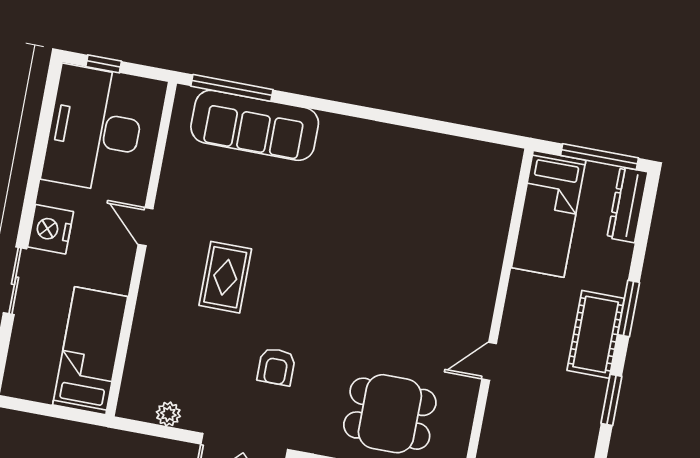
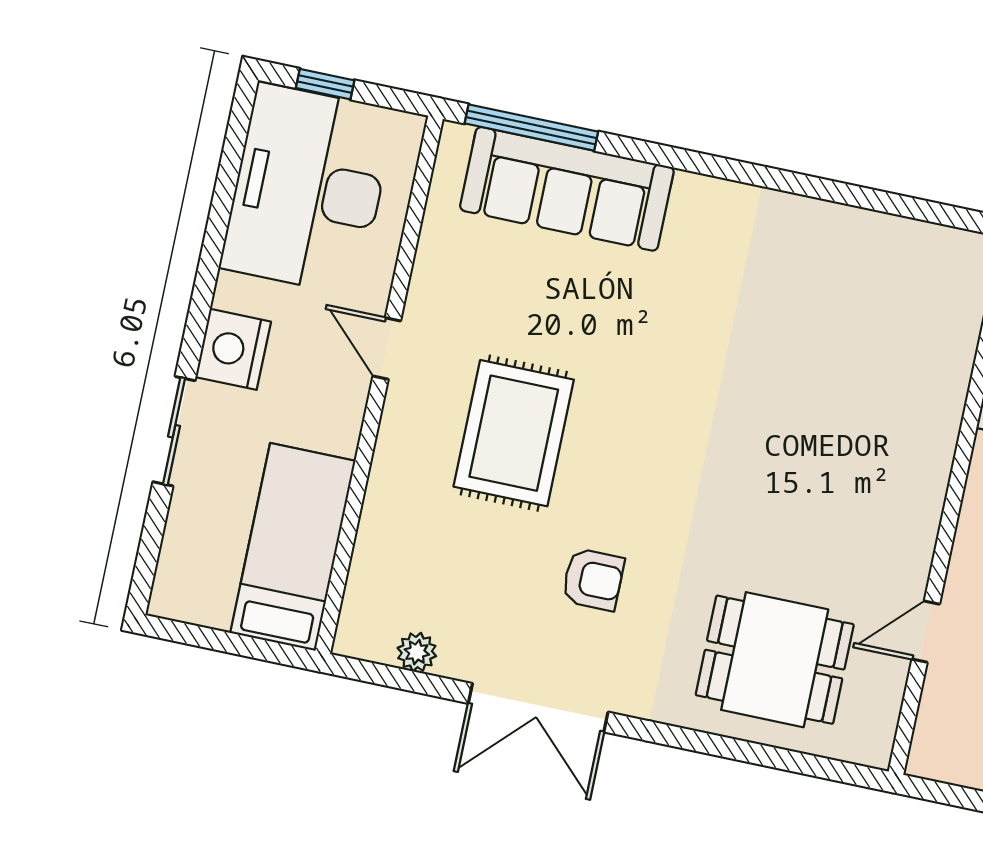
rug: (225, 277) -> (514, 433), width x1.36, depth x1.43
door: (489, 361) -> (926, 632), moved
armchair: (276, 367) -> (593, 579), turned -90

